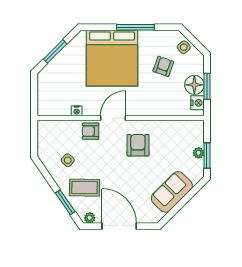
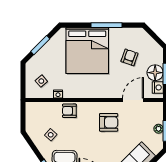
side table: (184, 47) -> (41, 81), moved
door: (113, 118) -> (133, 100), moved
armchair: (138, 145) -> (109, 122), turned 90

